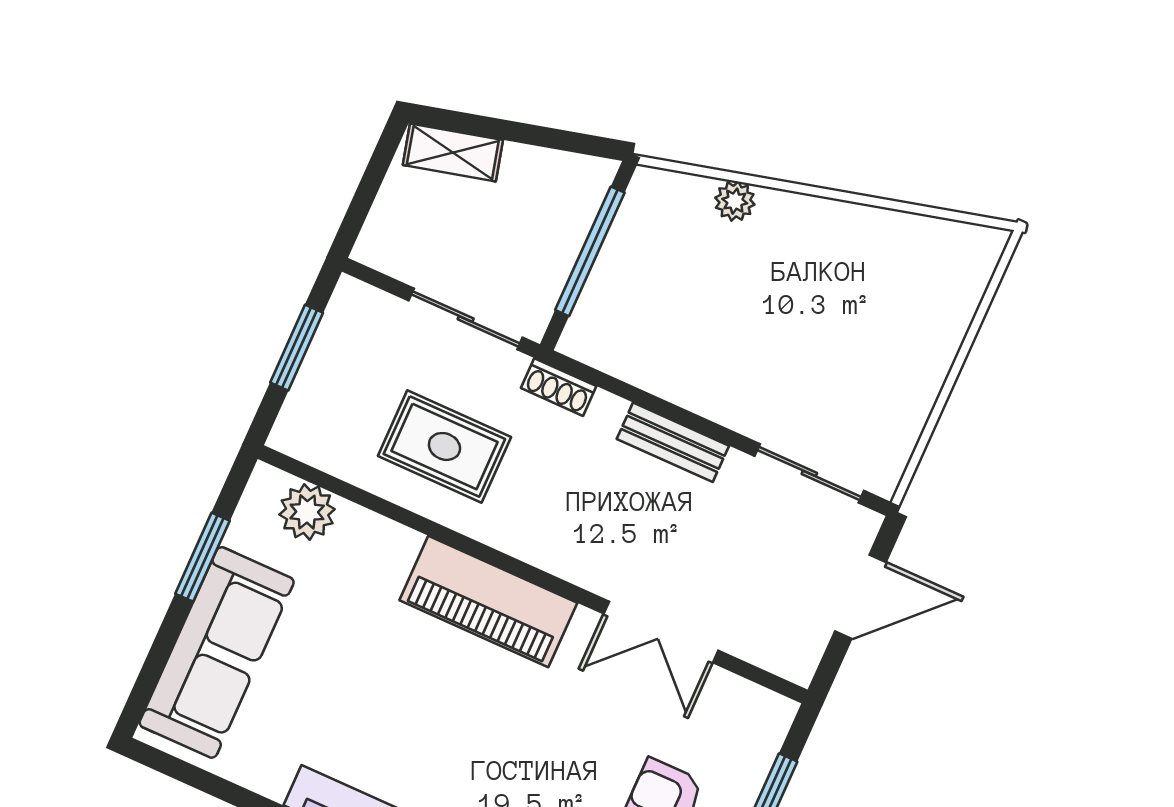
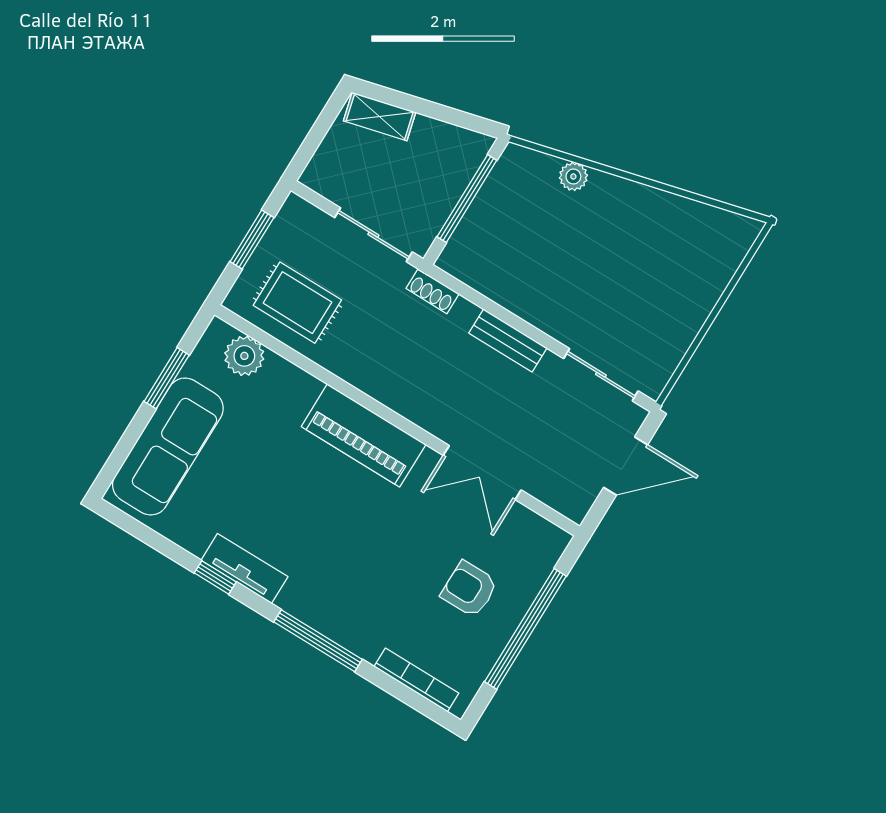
rug: (444, 446) -> (297, 303), moved

